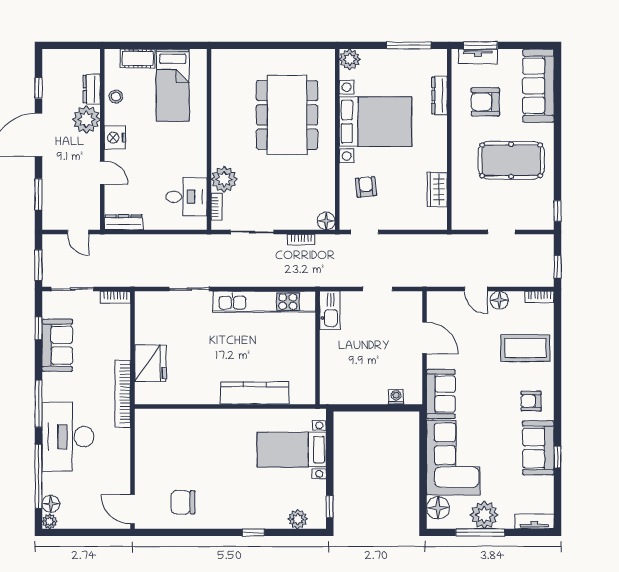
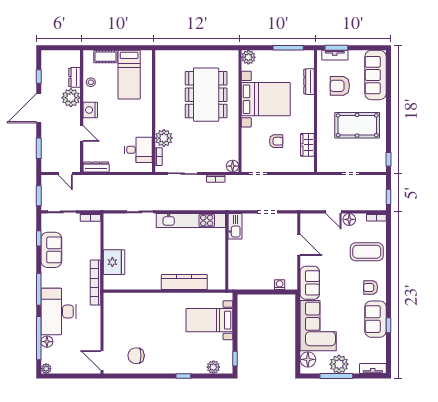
armchair: (366, 187) -> (276, 141), moved, turned 96
floor lamp: (51, 504) -> (47, 342), moved

